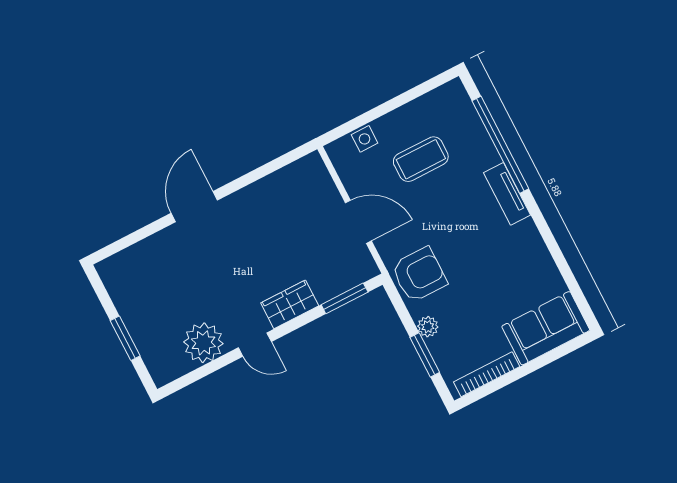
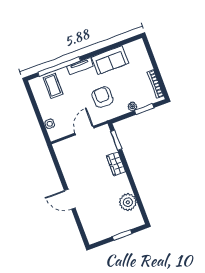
coffee table: (421, 159) -> (53, 86), moved
armchair: (419, 275) -> (103, 97), moved
sofa: (546, 328) -> (110, 60), moved, turned -90
door: (255, 345) -> (131, 181), removed

